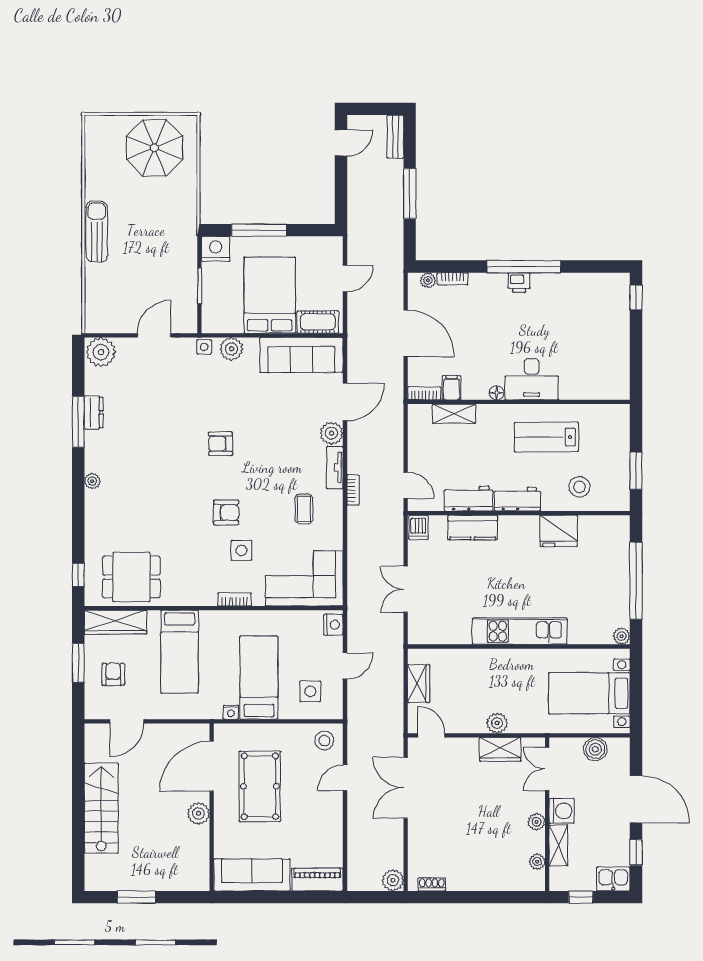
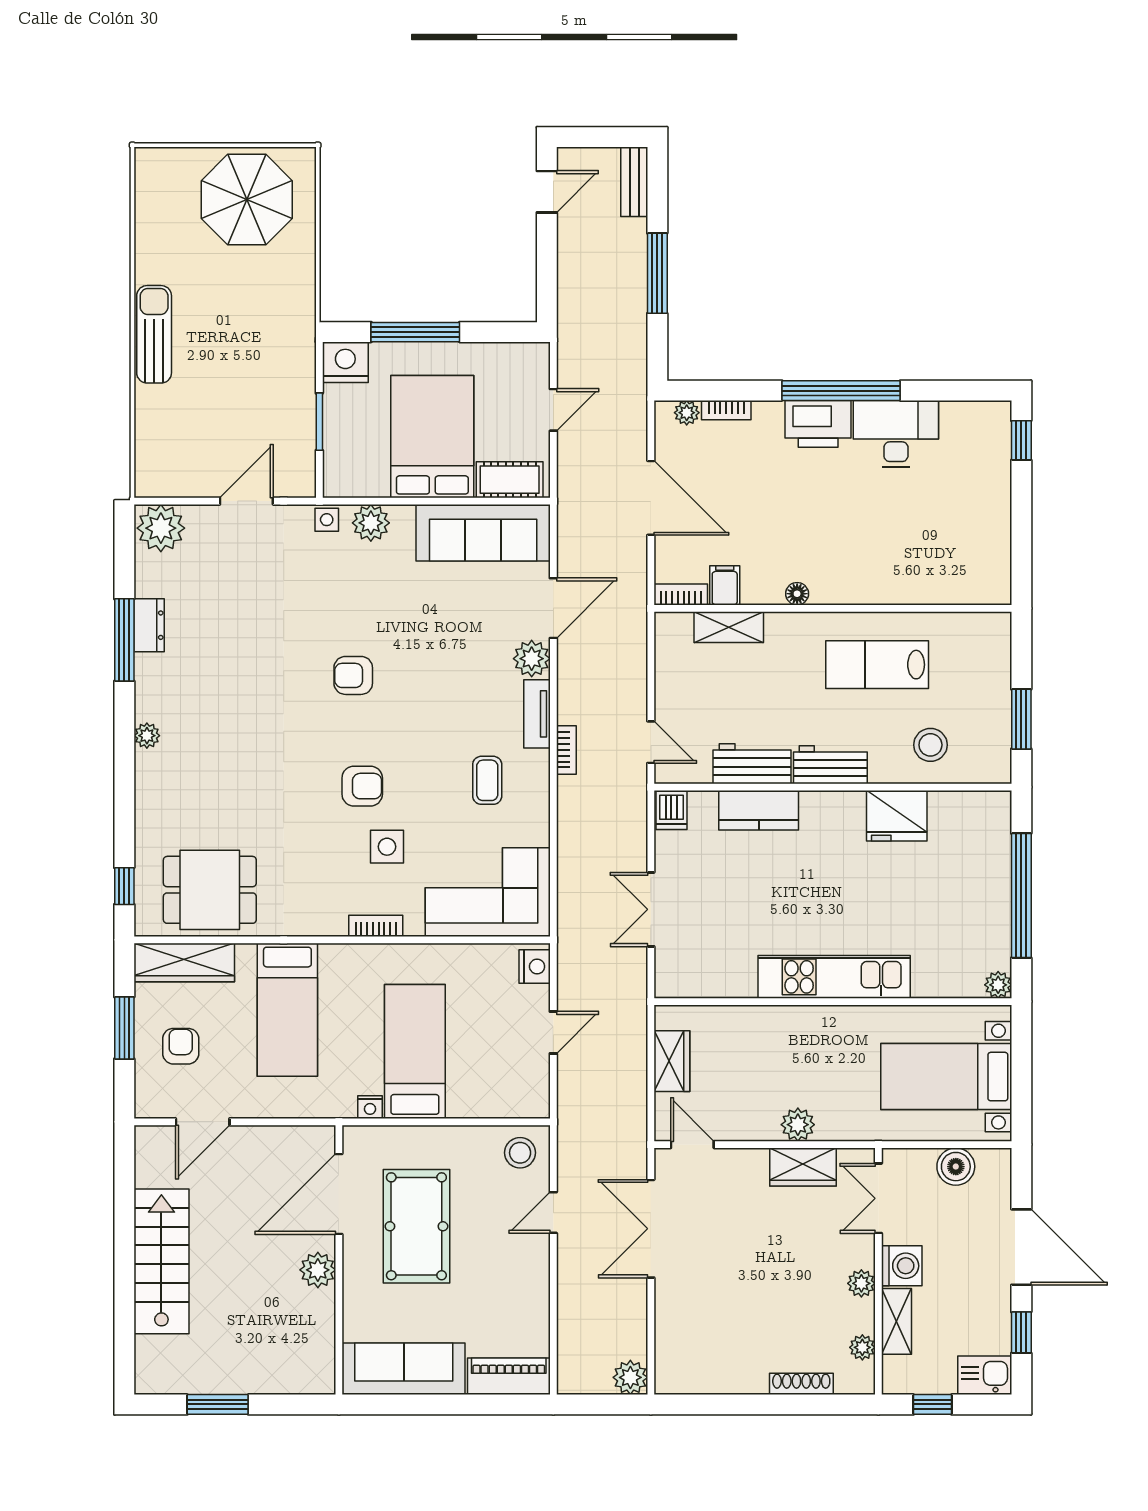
printer: (519, 283) -> (818, 424), width x1.87, depth x1.48
desk: (532, 379) -> (896, 434), moved, turned 180
side table: (310, 691) -> (498, 1074), removed
shoe rack: (432, 884) -> (801, 1384), moved, width x1.43

